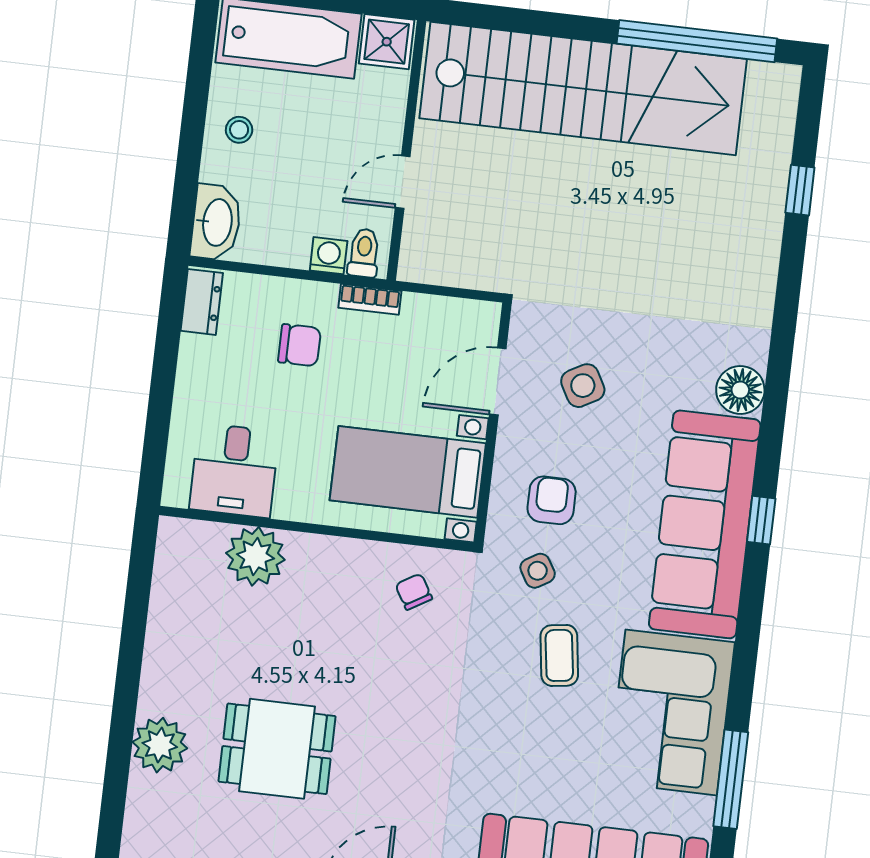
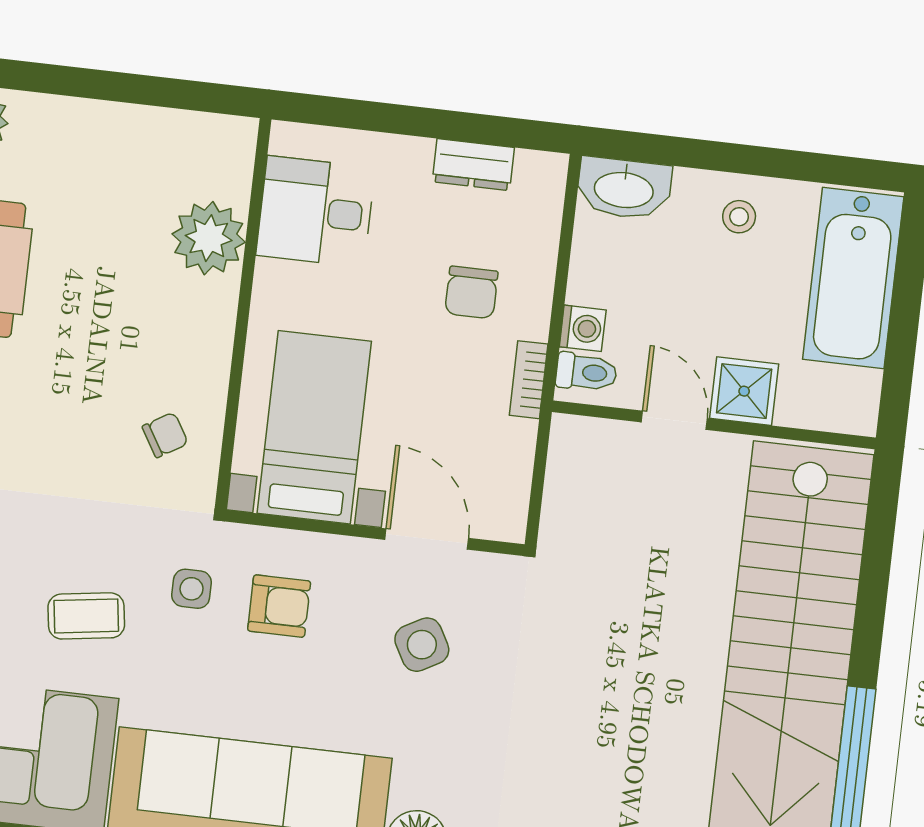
shower: (387, 42) -> (744, 391), moved
dresser: (202, 302) -> (473, 165), moved
side table: (538, 571) -> (192, 589), turned 31

